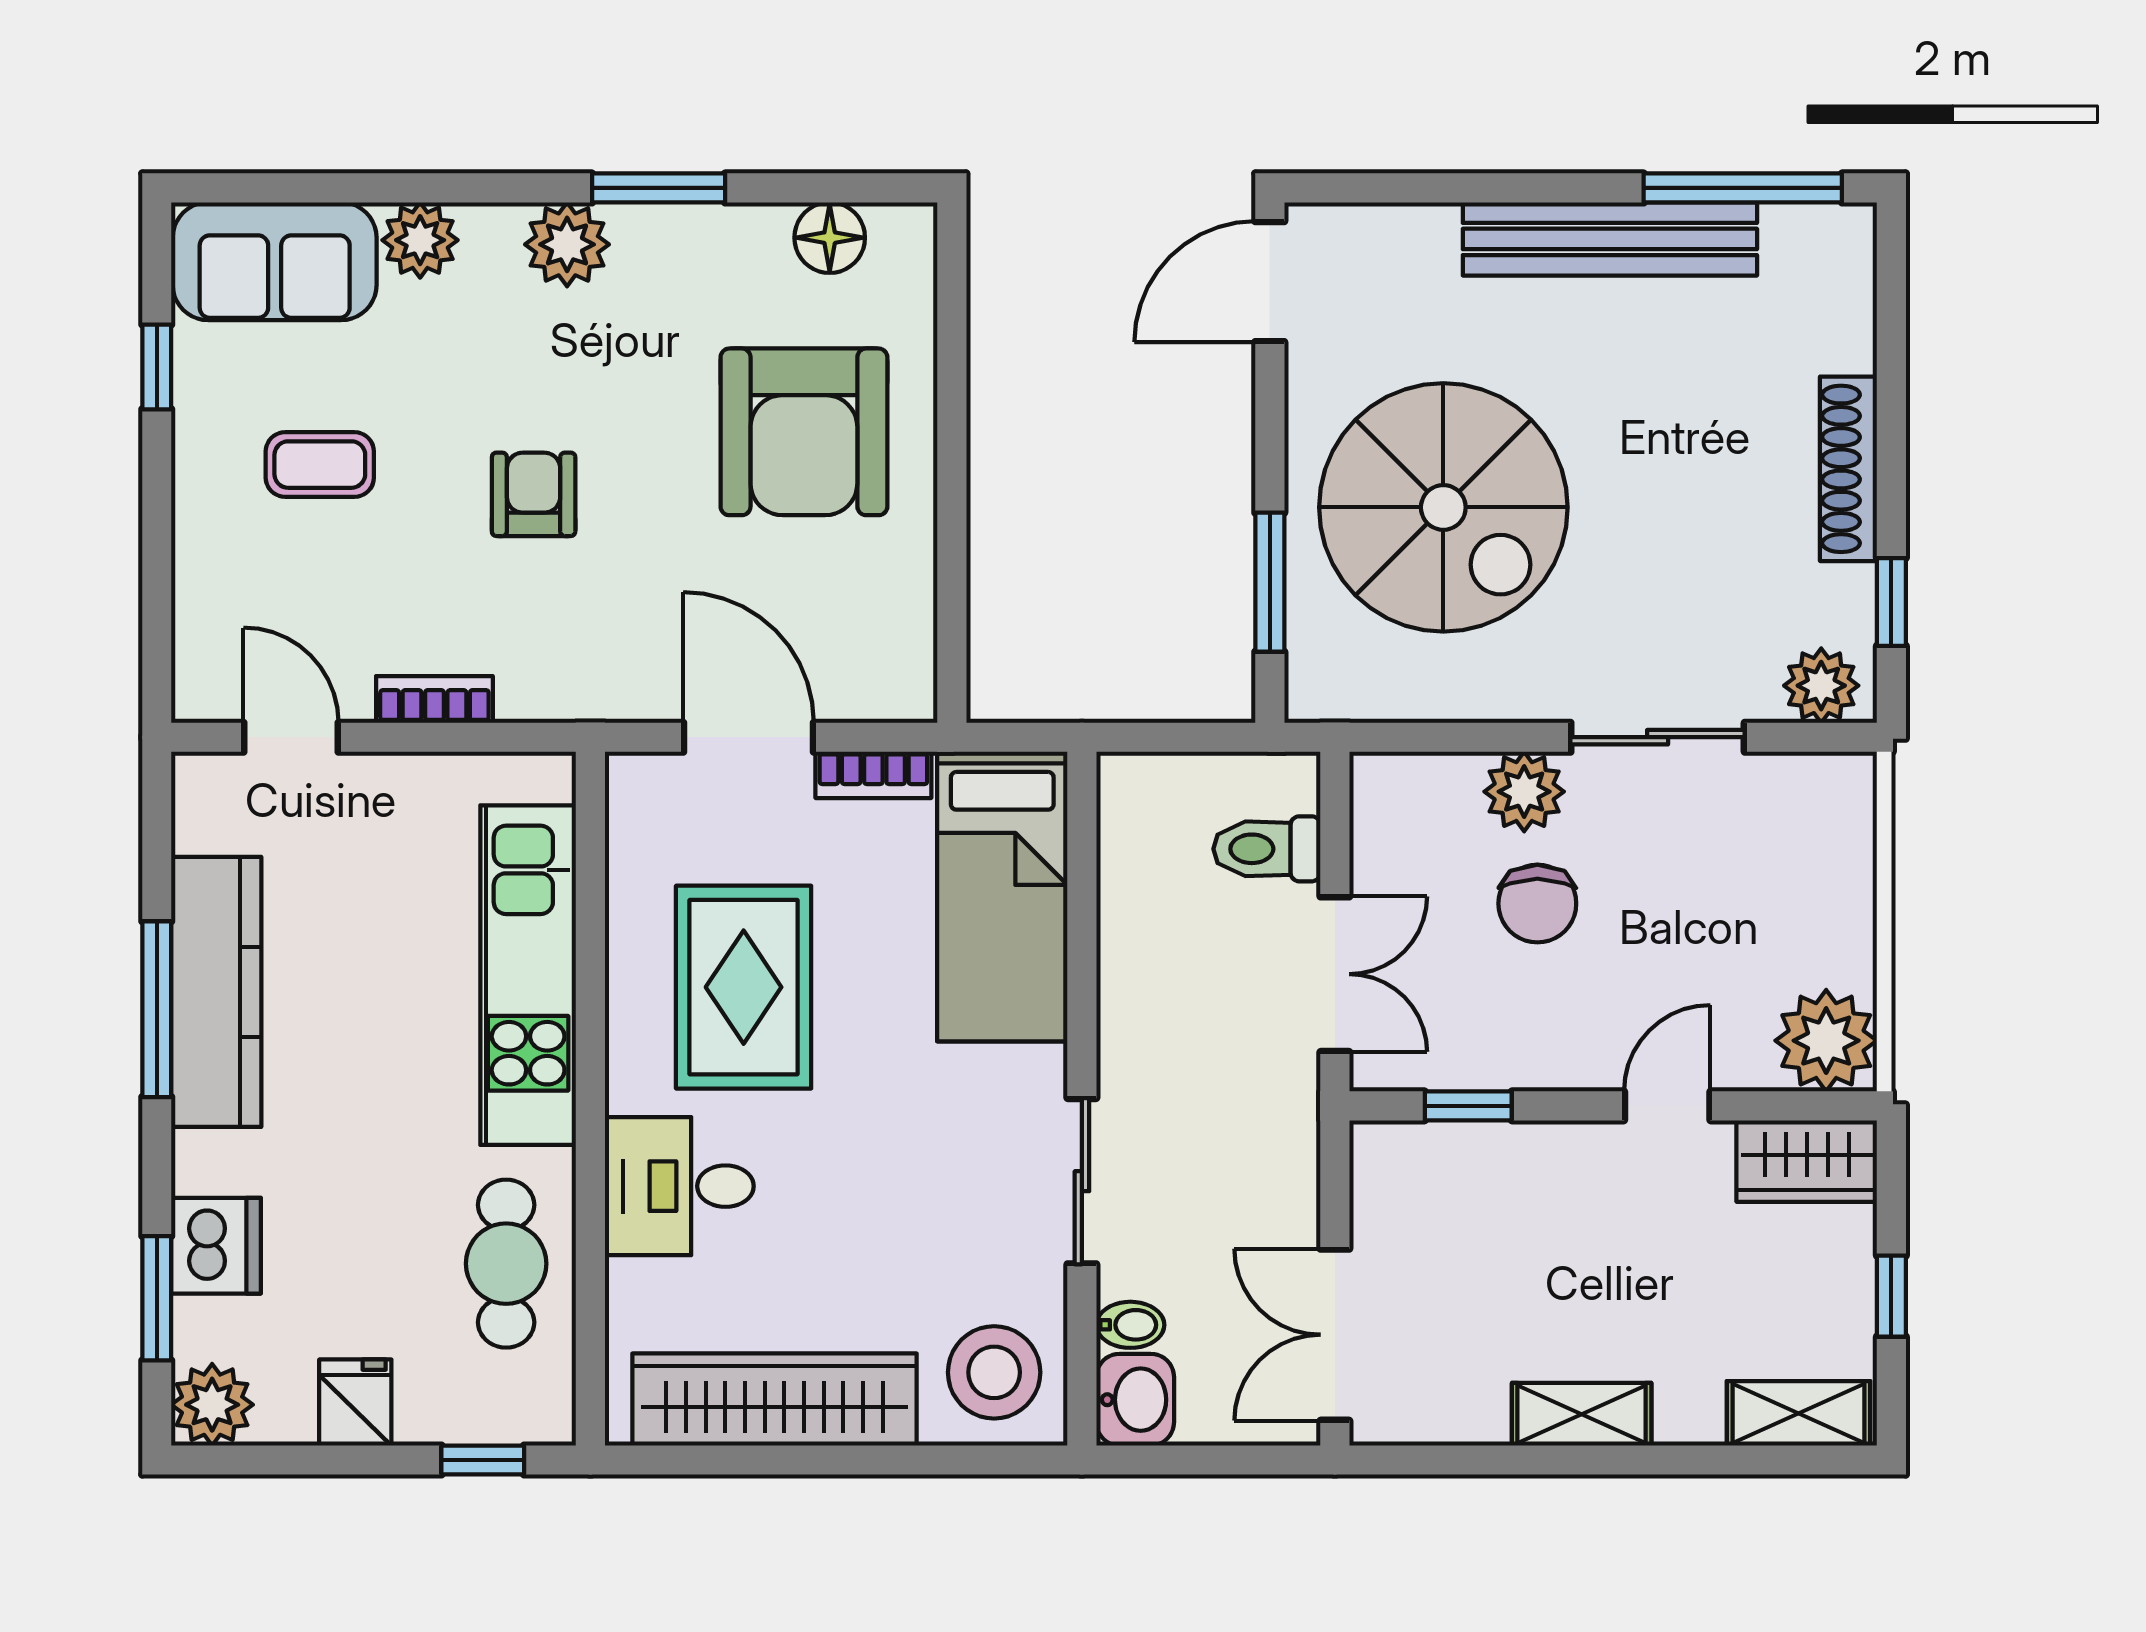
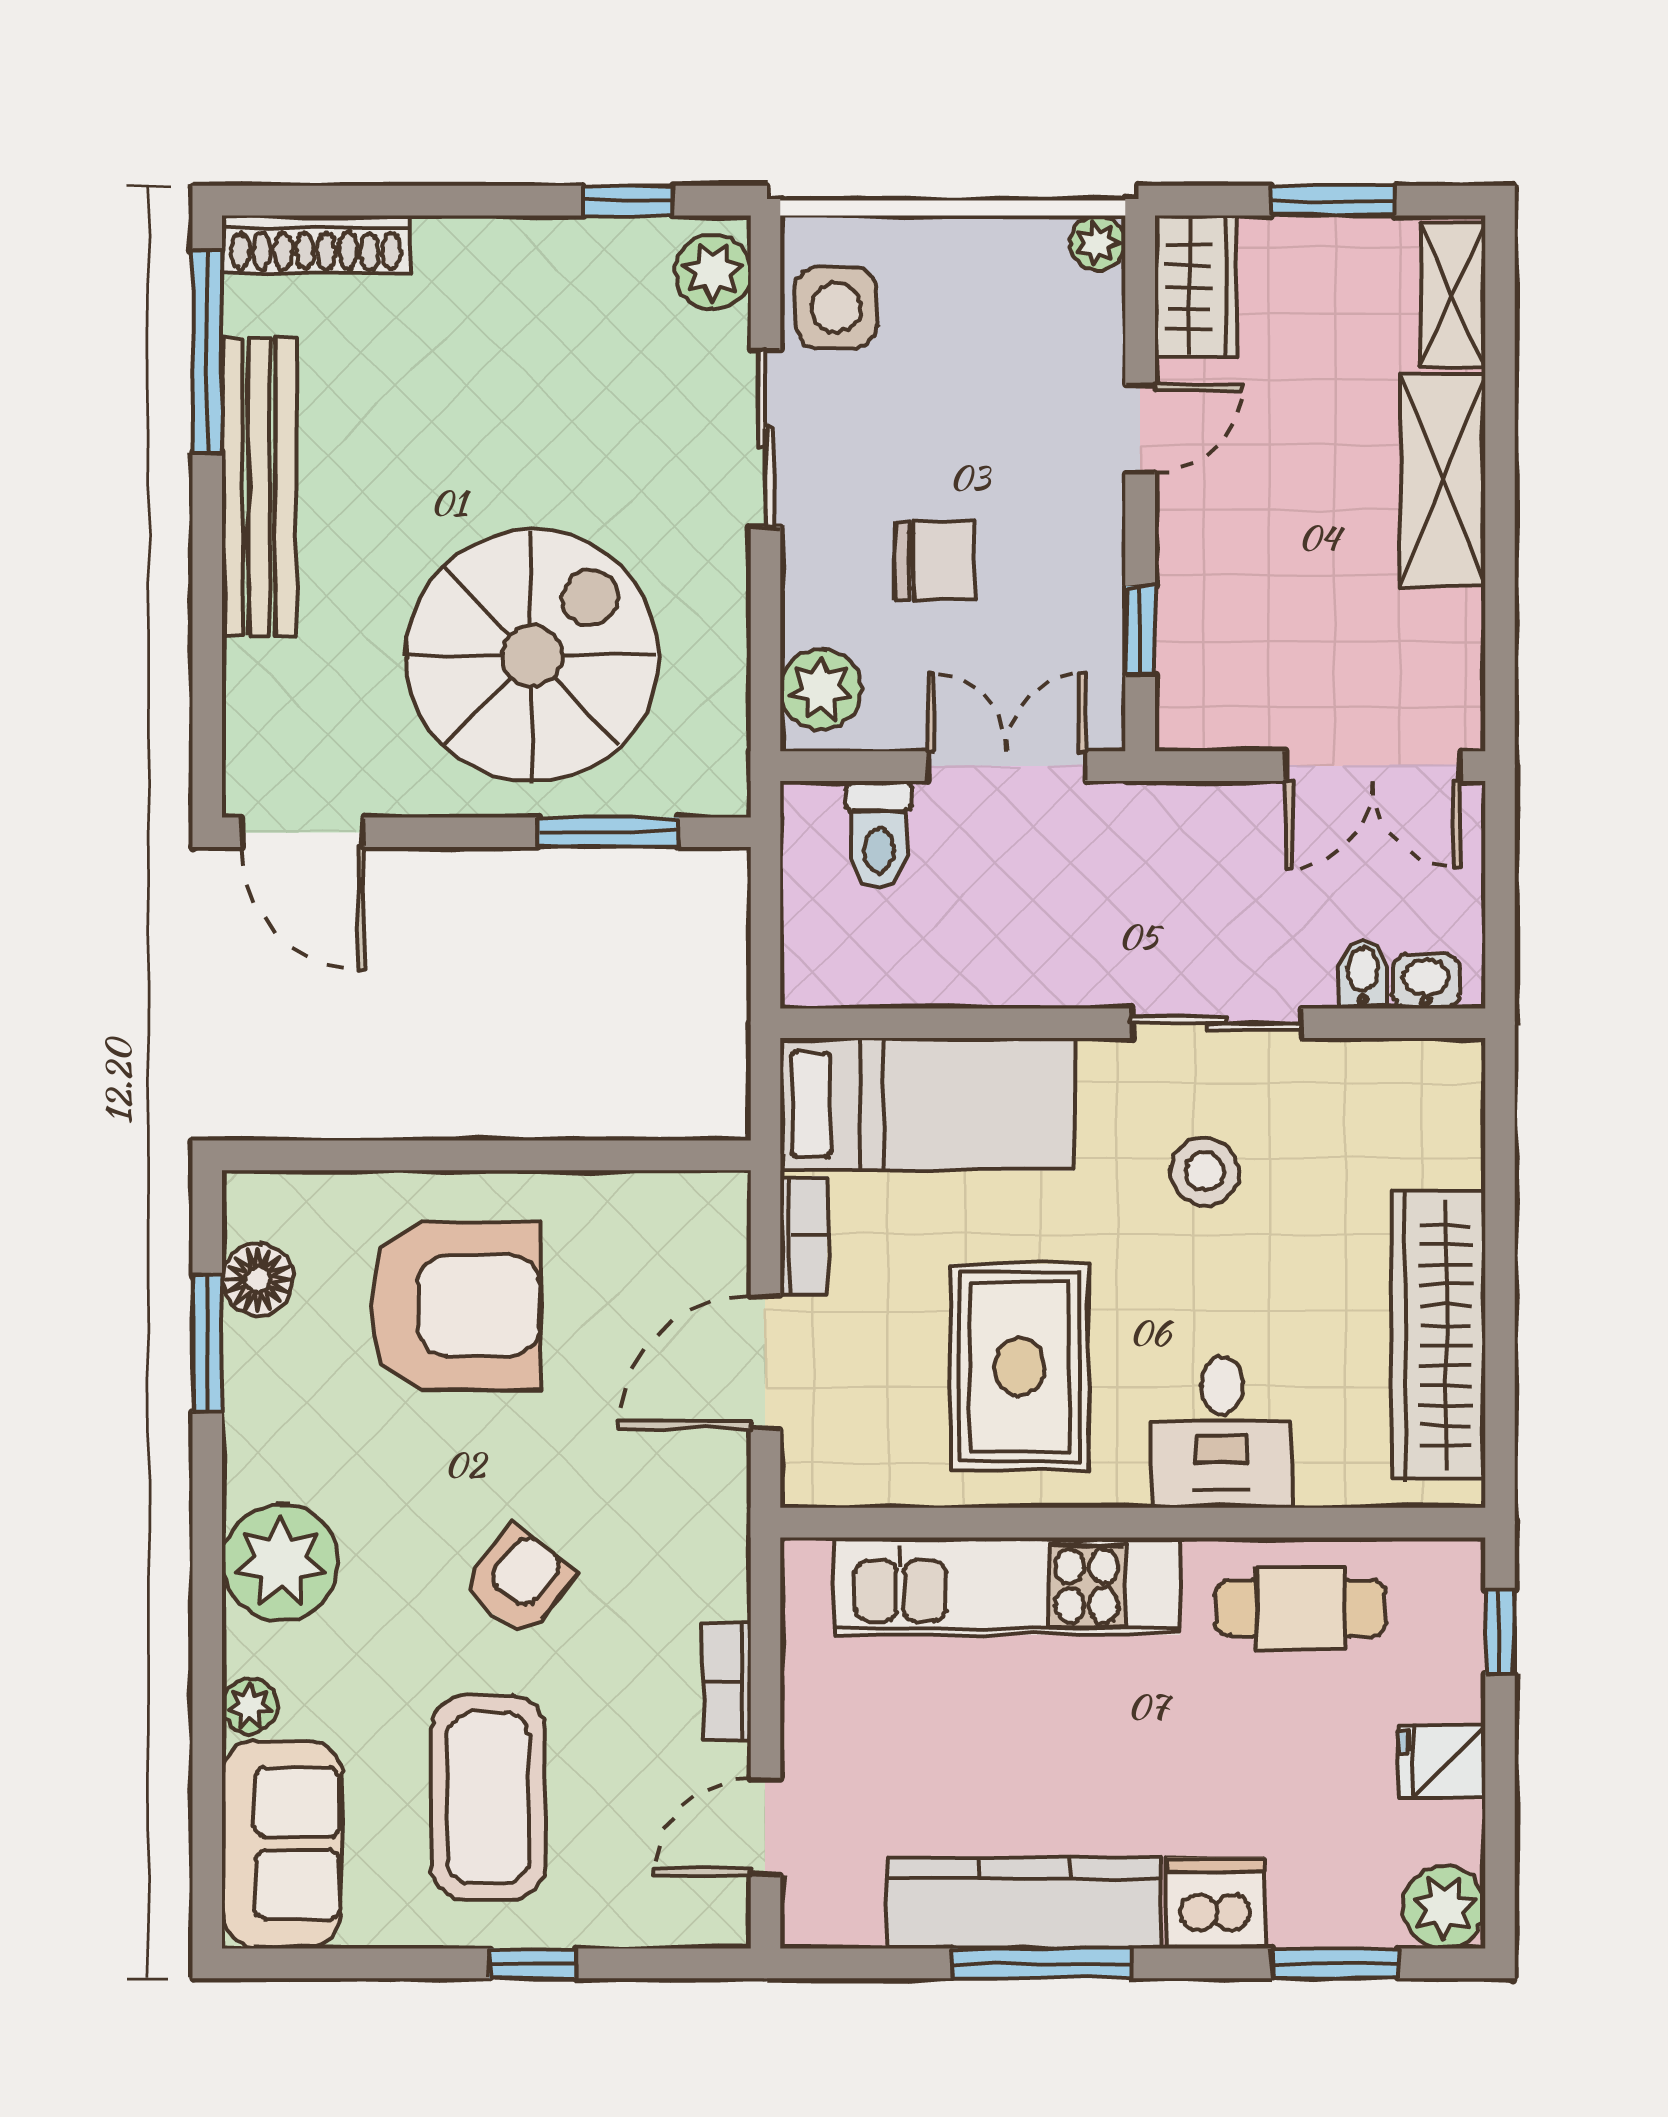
window: (659, 188) -> (207, 1344), moved
plant: (420, 240) -> (250, 1706), width x0.73, depth x0.73
plant: (567, 244) -> (280, 1562), width x1.36, depth x1.36
window: (157, 367) -> (532, 1963), moved
coffee table: (320, 465) -> (488, 1798), width x1.86, depth x1.72
shoe rack: (1848, 469) -> (316, 244), moved
armchair: (534, 494) -> (519, 1580), turned 128
plant: (1524, 792) -> (821, 689), moved
side table: (1786, 807) -> (836, 307), added
rug: (744, 987) -> (1019, 1367), turned 90
plant: (1826, 1041) -> (1098, 243), width x0.53, depth x0.53
door: (1667, 1106) -> (1140, 428), swing flipped
dishwasher: (216, 1246) -> (1216, 1903), moved
window: (1891, 1296) -> (1333, 201), width x1.50
stool: (994, 1372) -> (1205, 1172), moved, width x0.73, depth x0.73
washbasin: (1135, 1400) -> (1426, 981), width x0.72, depth x0.69
shelving: (1582, 1414) -> (1443, 480), width x1.50, depth x1.33

